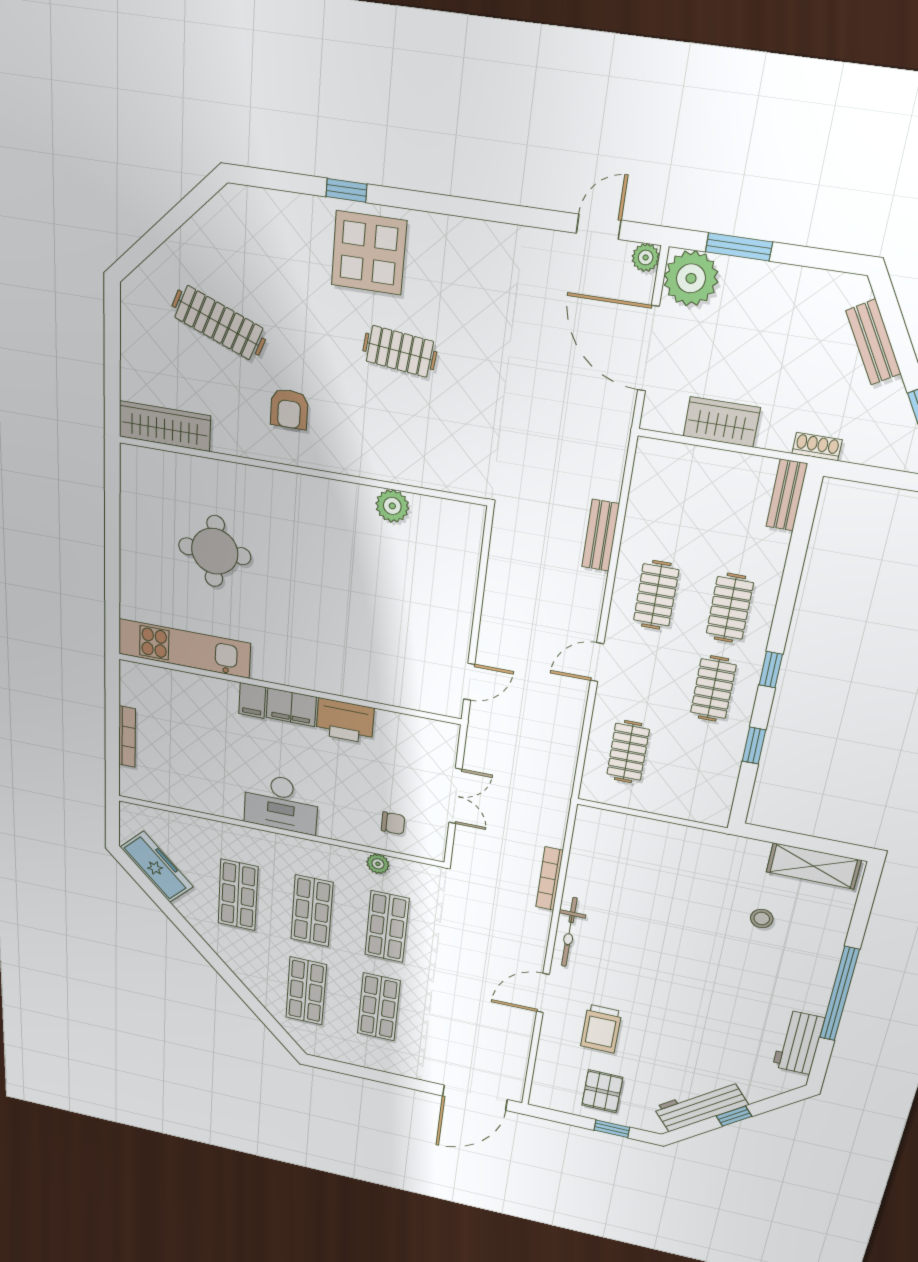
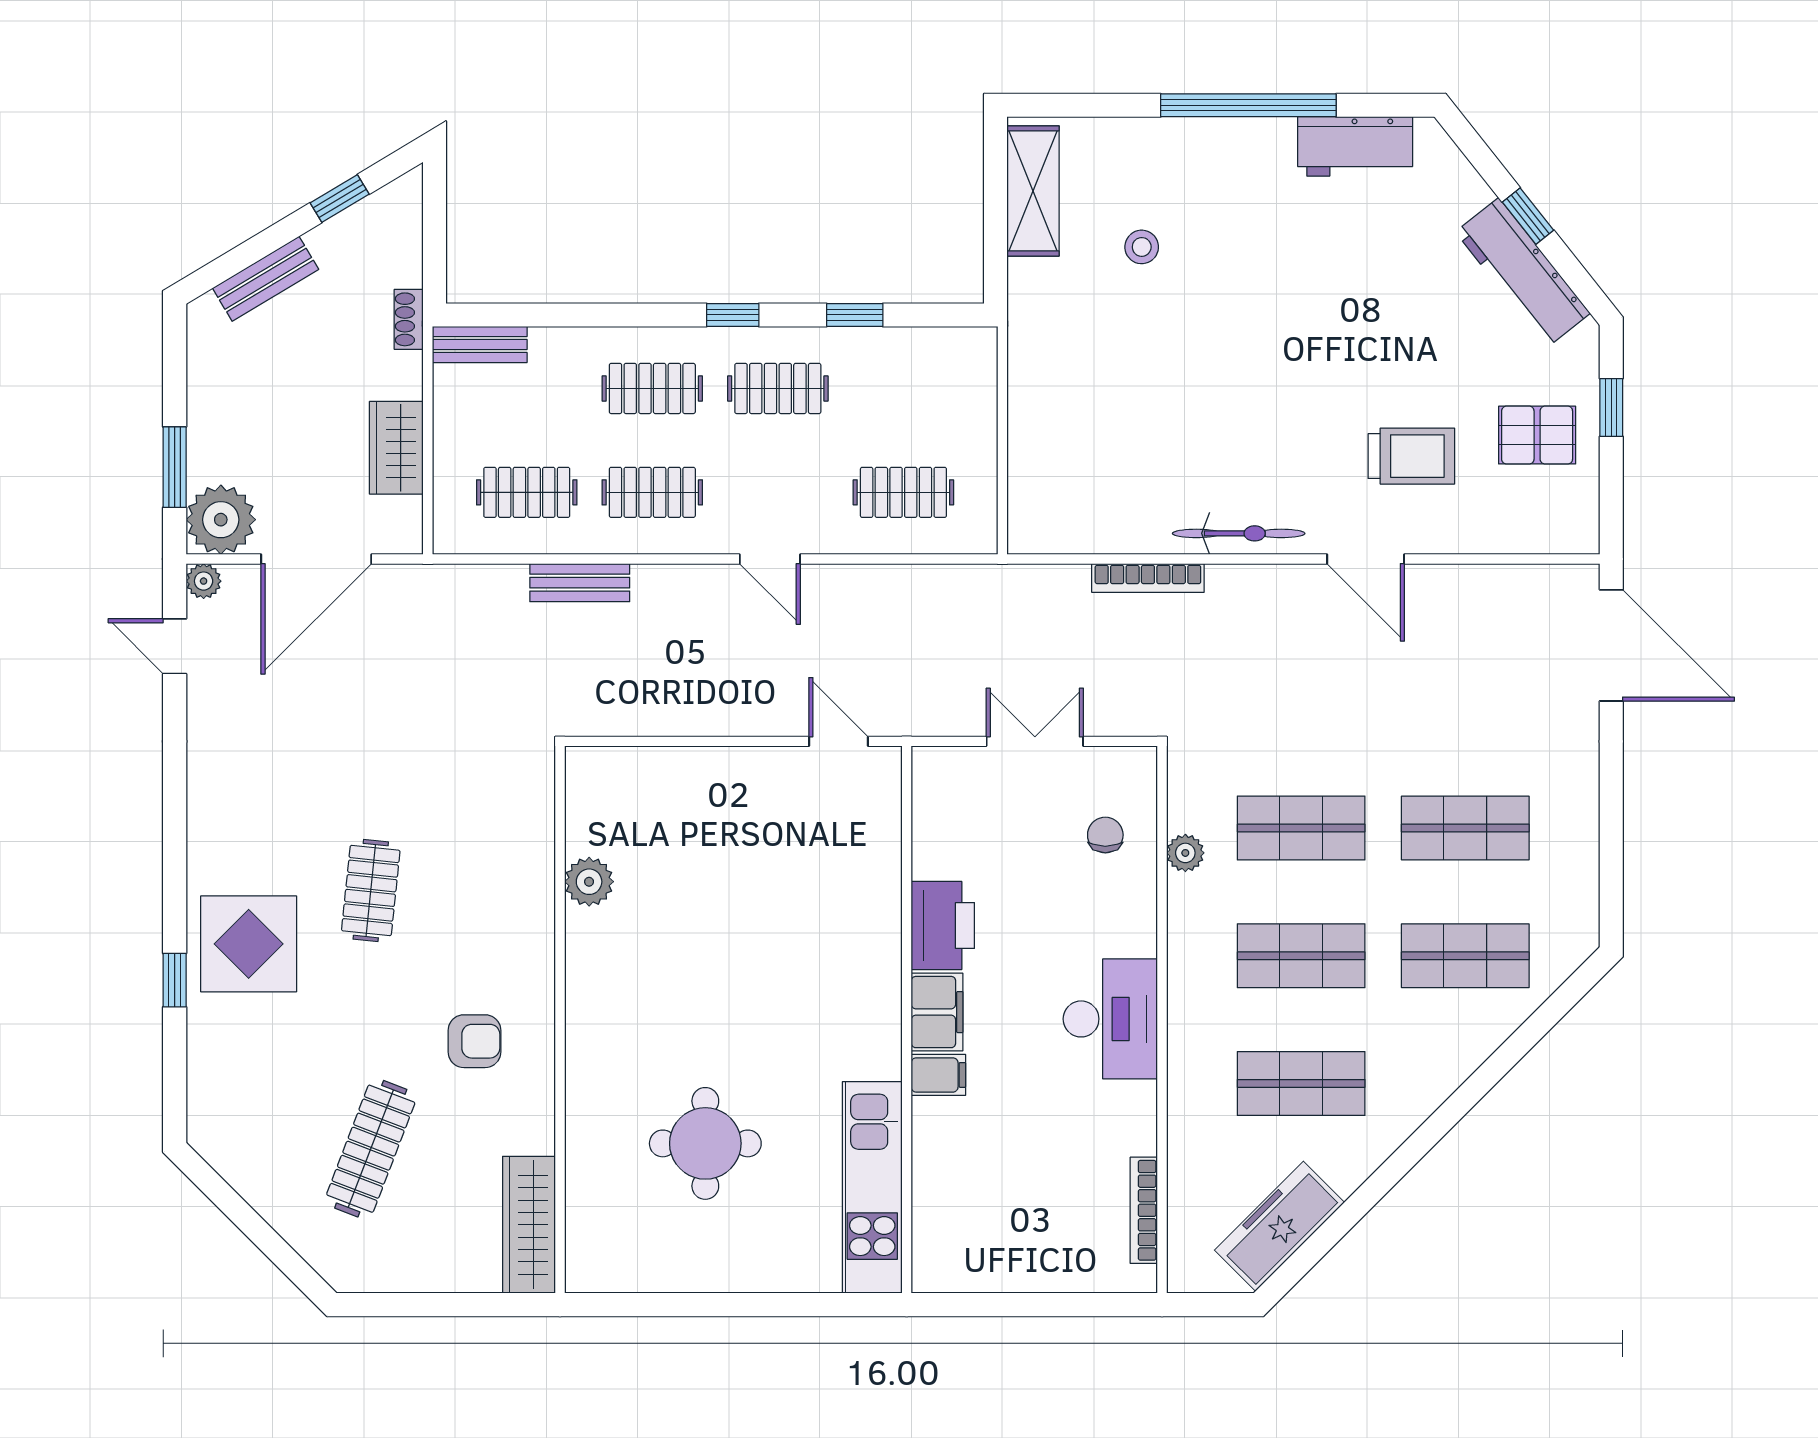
clothes rail: (671, 510) -> (527, 492), added
bookcase: (127, 737) -> (1144, 1210), moved, turned -90

